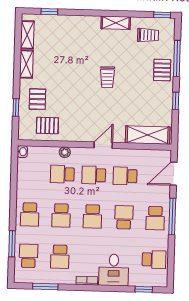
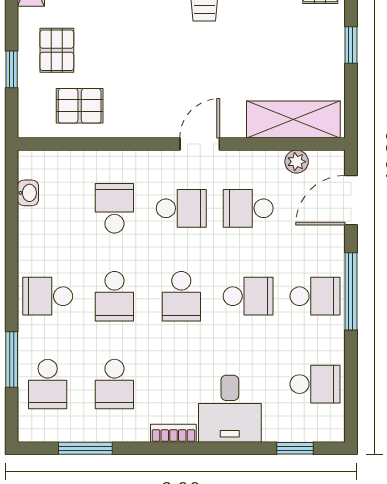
washbasin: (22, 152) -> (28, 193), moved
plant: (65, 152) -> (297, 162), moved
school desk: (62, 174) -> (114, 208), turned 90
school desk: (94, 175) -> (181, 208), turned 180
school desk: (30, 215) -> (48, 296), turned 90
school desk: (124, 217) -> (248, 296), turned 90
school desk: (155, 218) -> (315, 296), turned -90
school desk: (28, 256) -> (48, 384), turned 180

